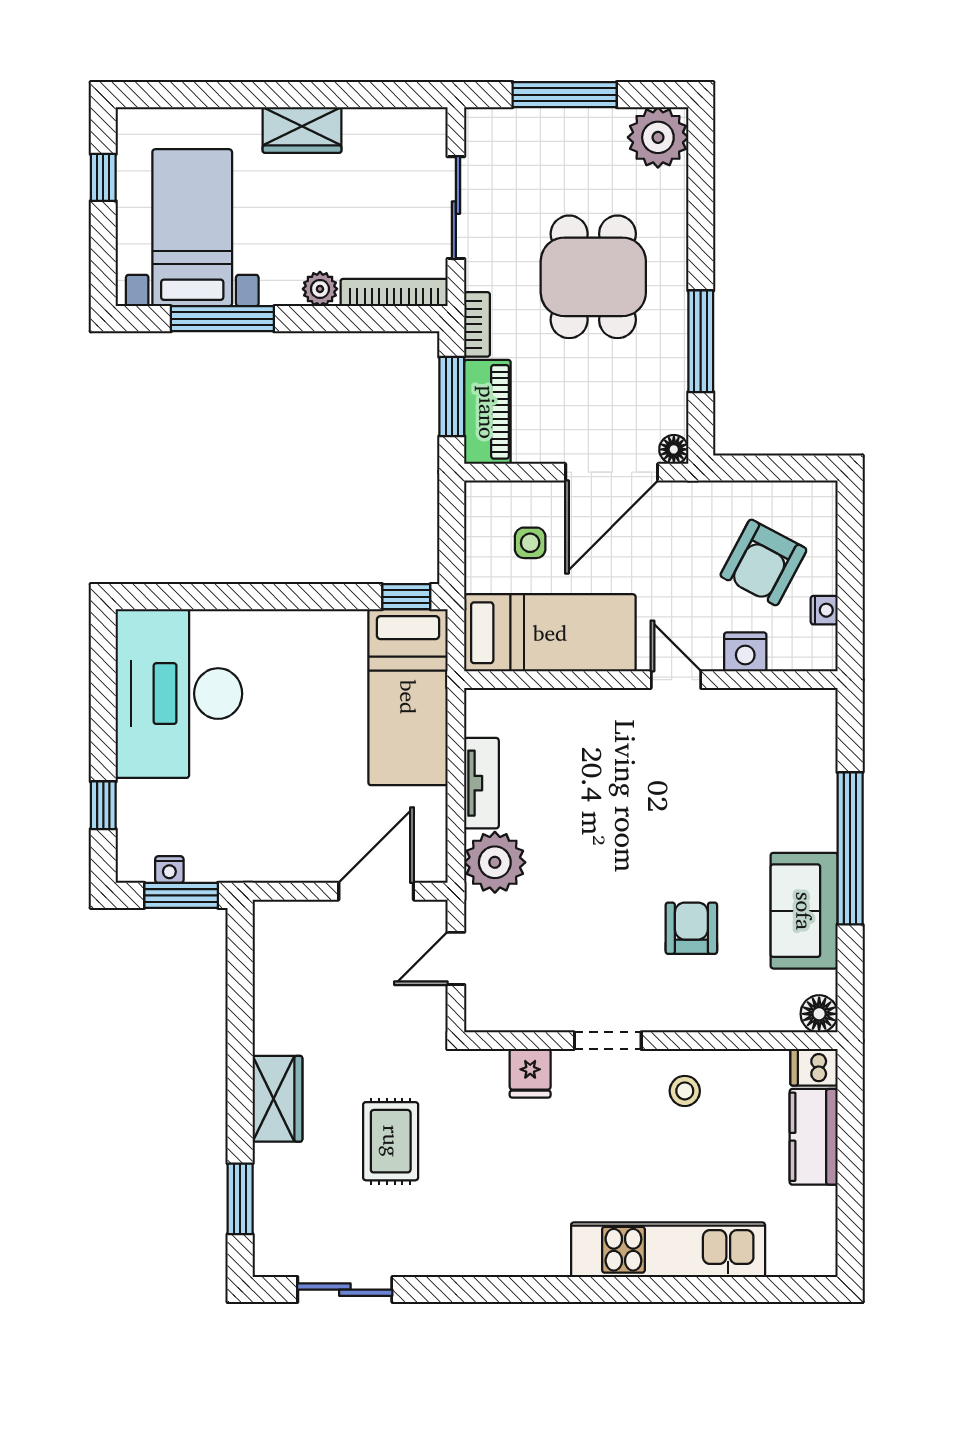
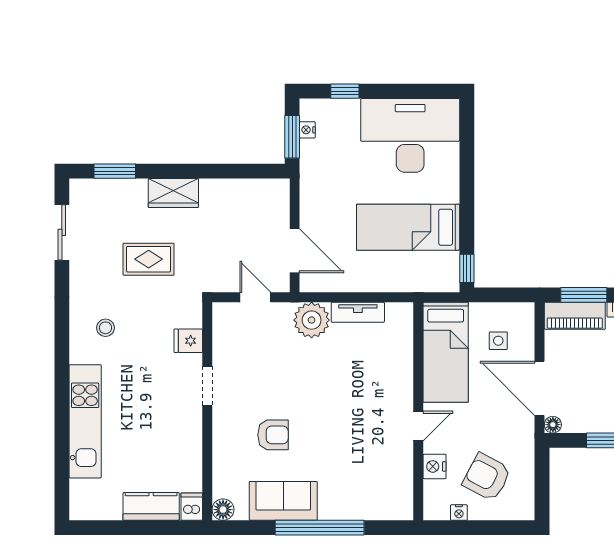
bed: (408, 697) -> (408, 227), moved
stool: (685, 1091) -> (105, 328), moved

